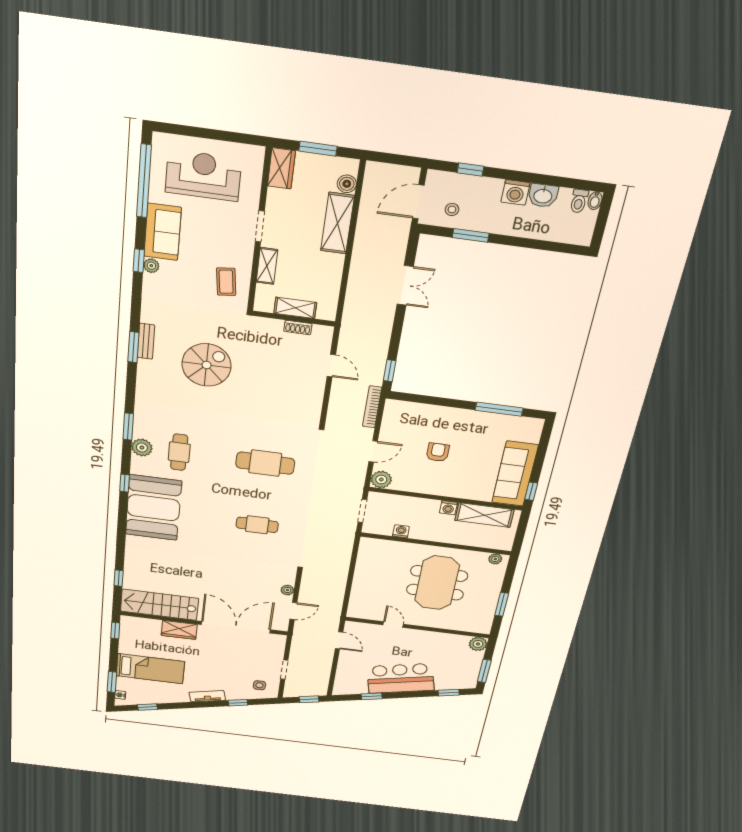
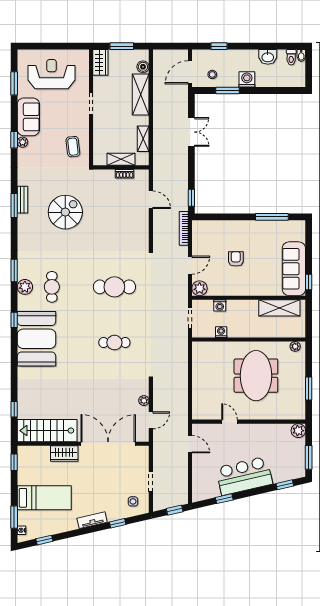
window: (144, 181) -> (14, 83), width x0.47
washing machine: (515, 192) -> (247, 79), moved, turned 180
shelving: (267, 266) -> (143, 139), moved
washing machine: (448, 508) -> (220, 305), moved

